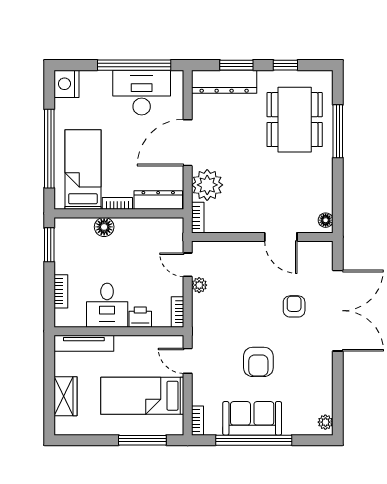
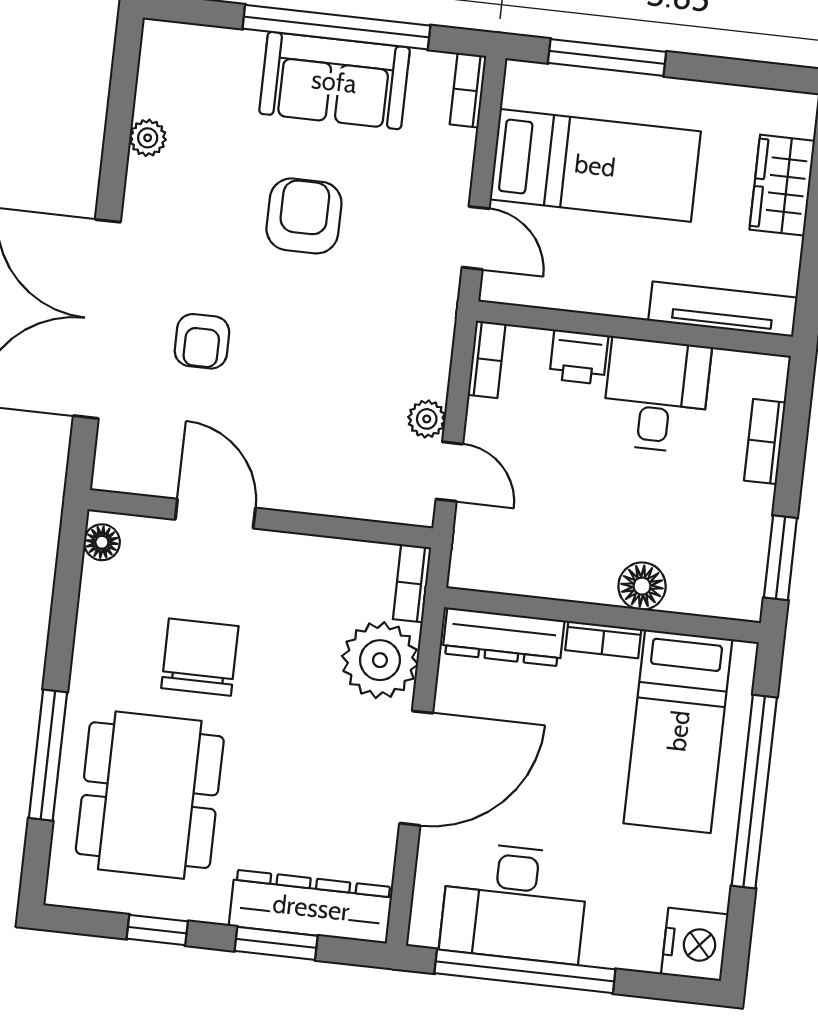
chair: (281, 178) -> (200, 657), added
plant: (325, 422) -> (148, 138), moved

